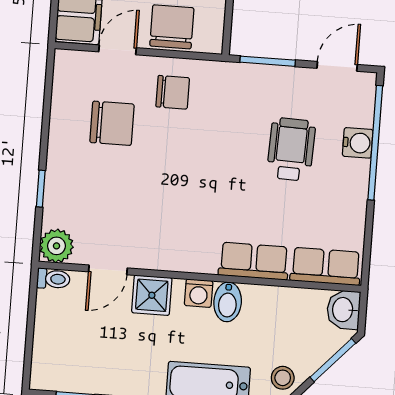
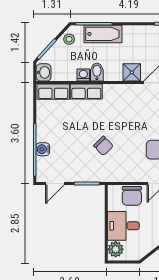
chair: (173, 92) -> (103, 146), moved, turned -134
wheelchair: (291, 149) -> (73, 144), removed
washing machine: (199, 293) -> (83, 75), moved

